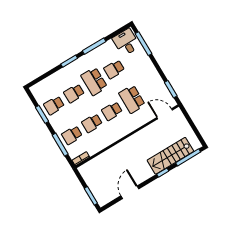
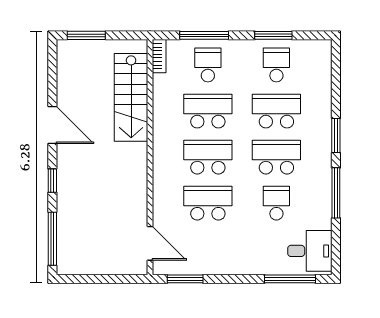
school desk: (74, 93) -> (276, 111), width x1.85
school desk: (112, 111) -> (208, 157), width x1.85
door: (165, 114) -> (150, 243), hinge flipped
school desk: (92, 123) -> (208, 111), width x1.85
stairs: (170, 156) -> (131, 97), moved, turned 180
door: (130, 192) -> (52, 125), moved

